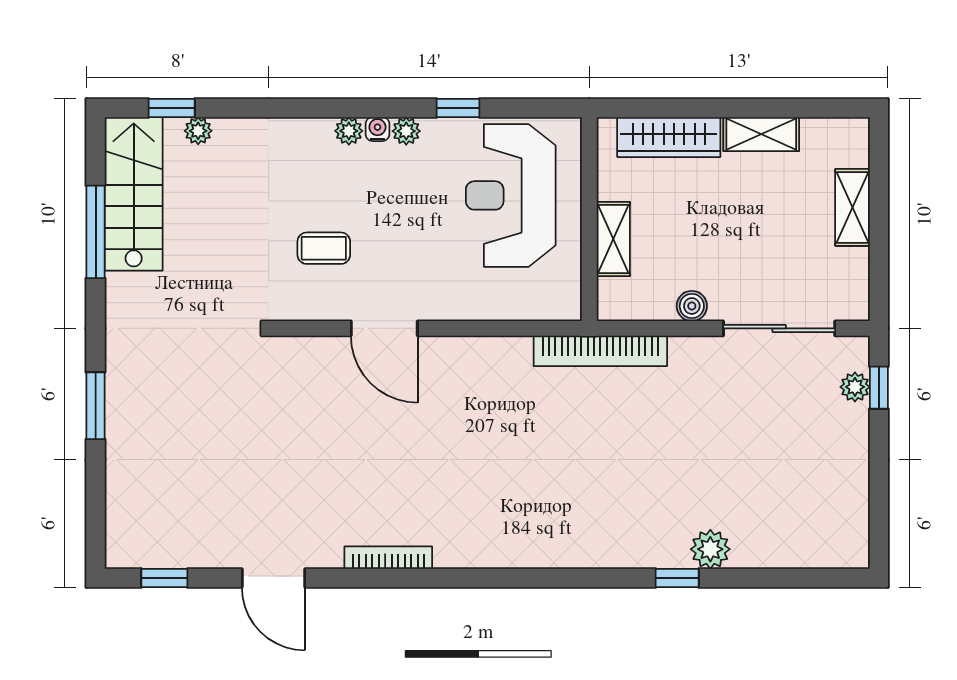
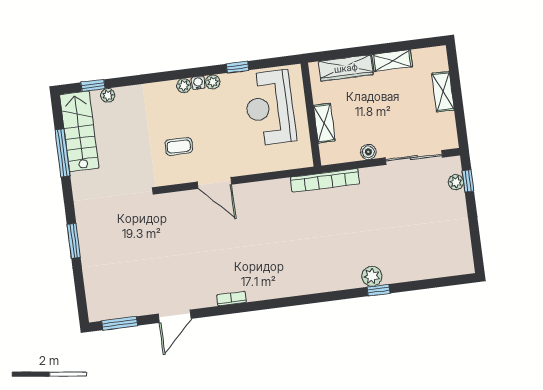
plant: (710, 549) -> (372, 276), moved
bookcase: (388, 558) -> (231, 299), width x0.64
window: (164, 578) -> (120, 323), width x1.50
door: (273, 578) -> (175, 316), hinge flipped

